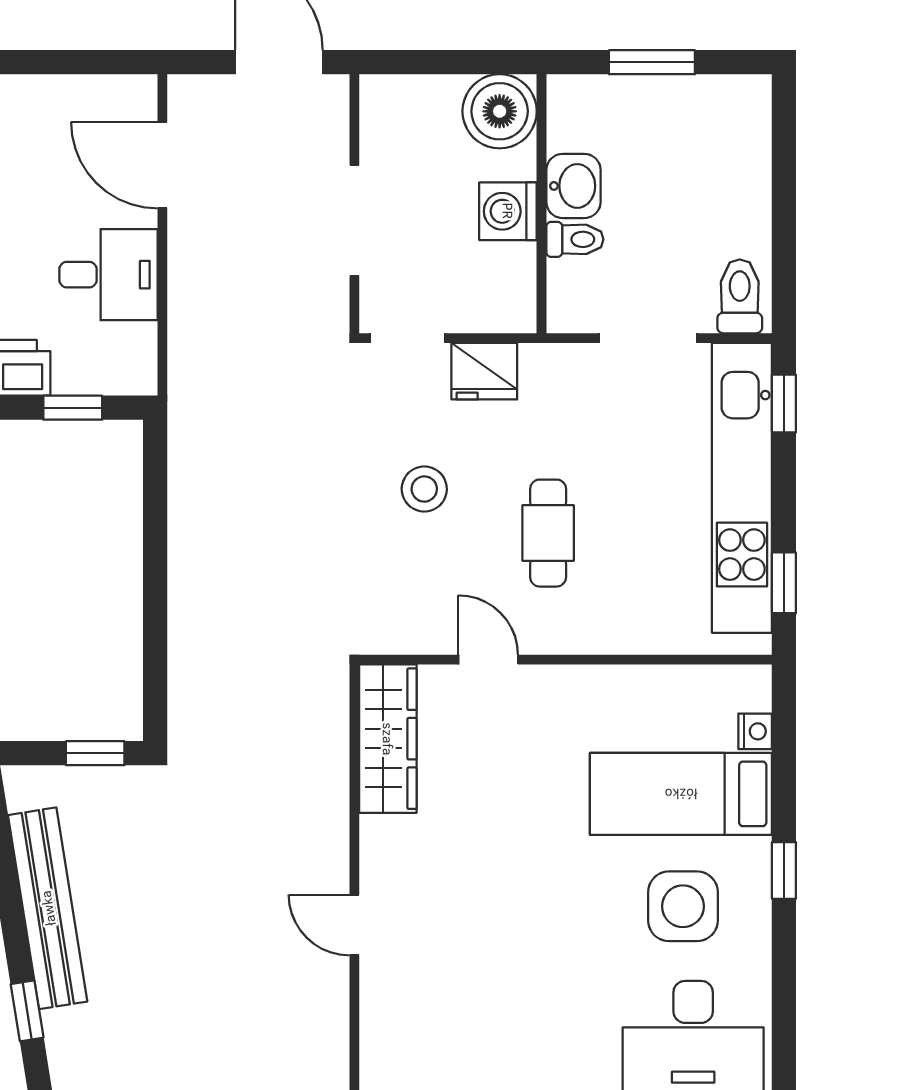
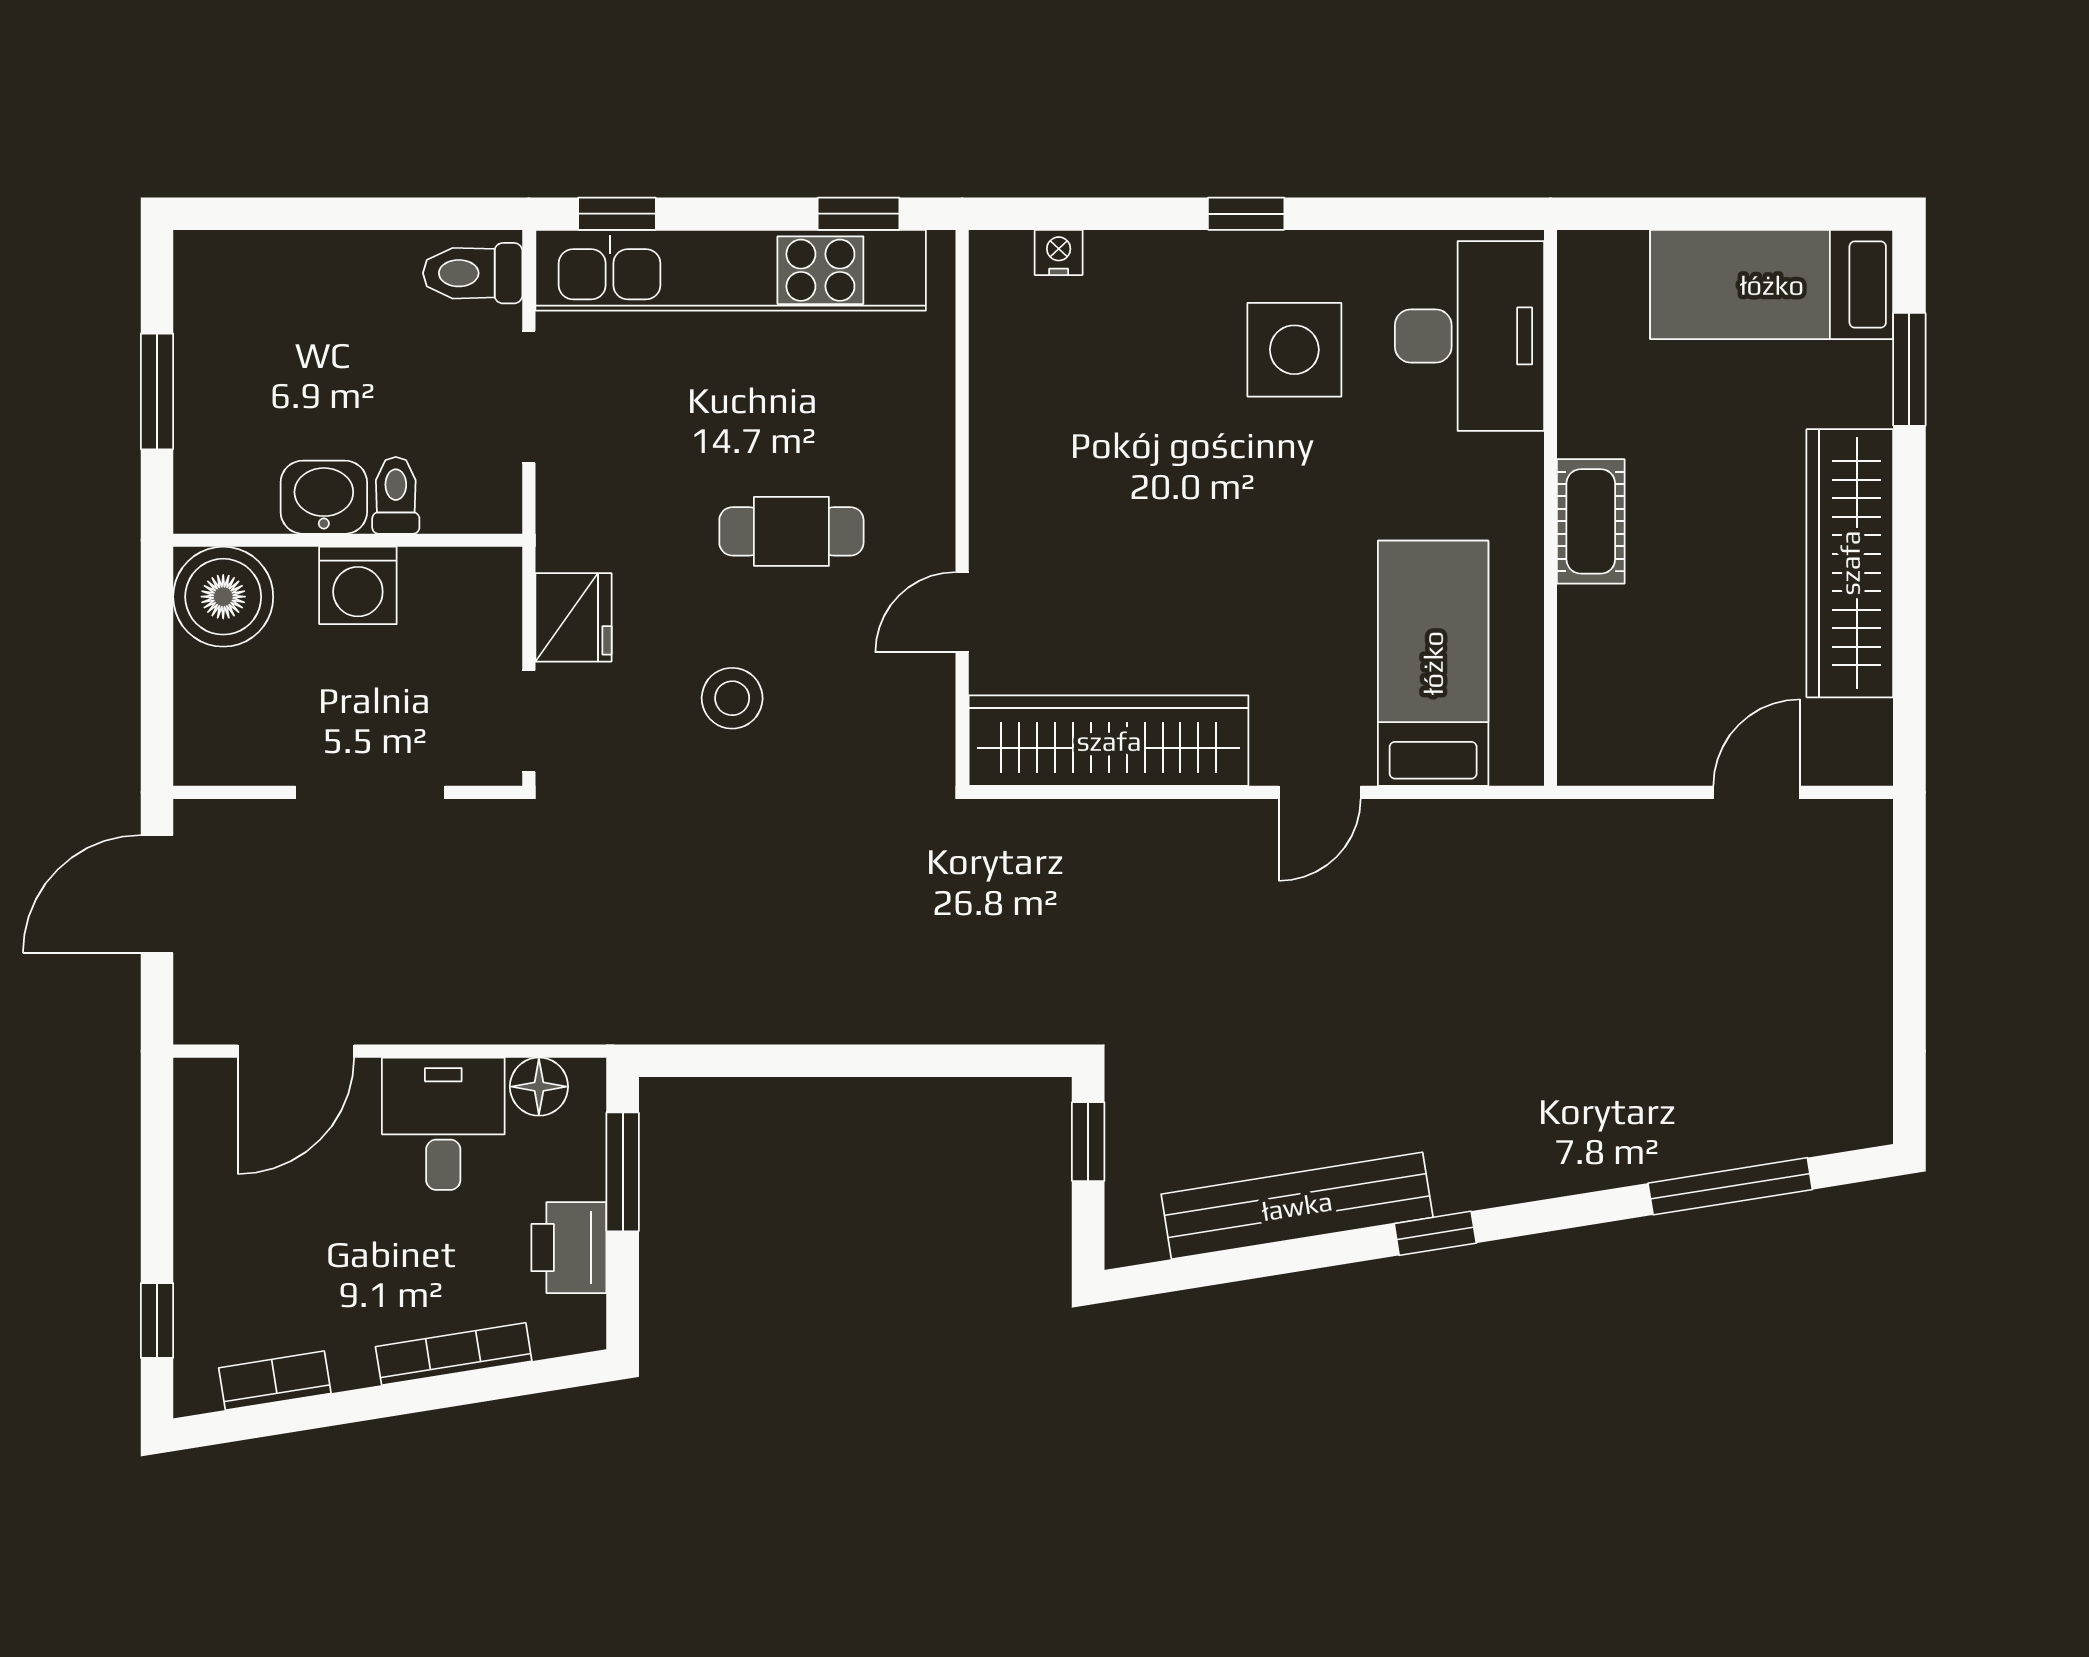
floor lamp: (136, 346) -> (539, 1087), added
window: (73, 408) -> (623, 1172), width x1.50
wardrobe: (388, 739) -> (1109, 741), width x1.40, depth x1.17
bed: (681, 794) -> (1433, 663), moved, turned 180

